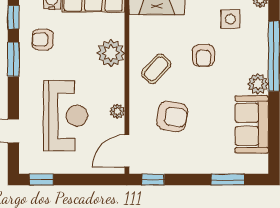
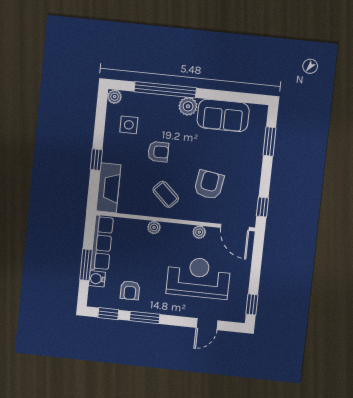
plant: (111, 53) -> (154, 227), width x0.53, depth x0.53

